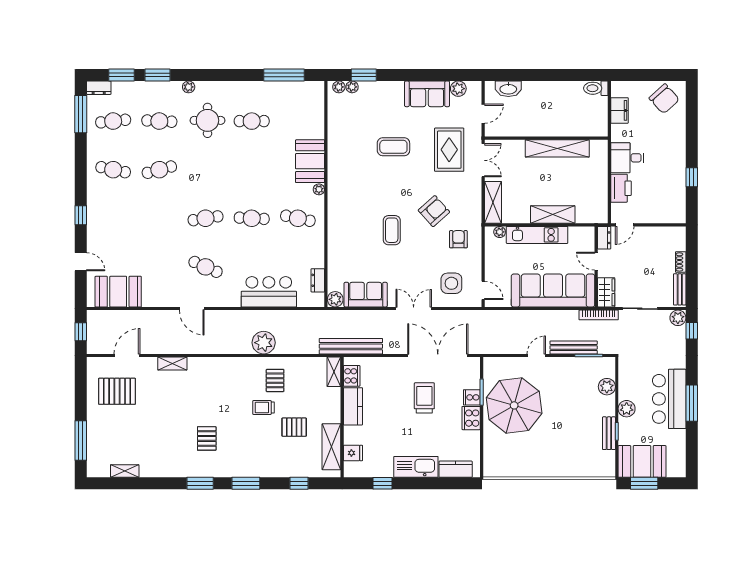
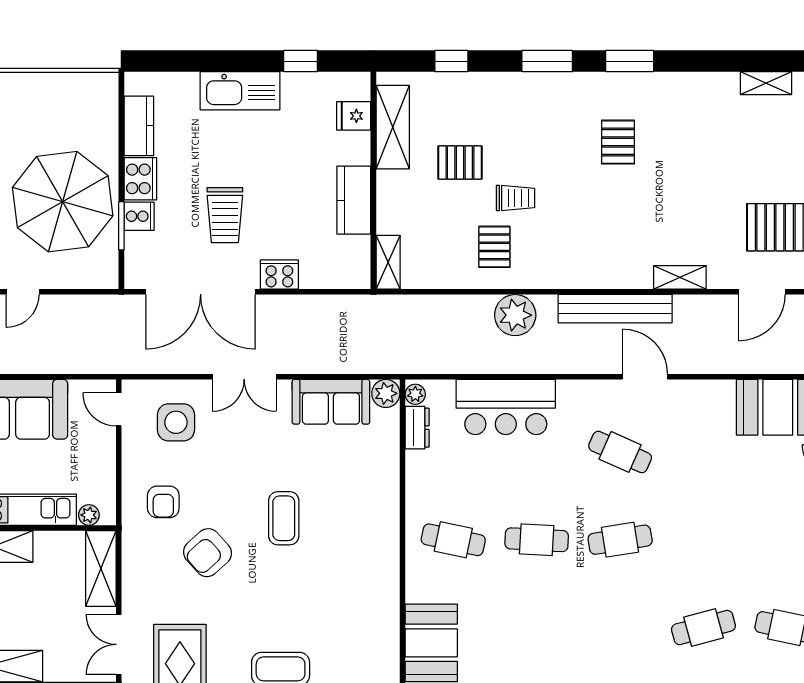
plant: (319, 189) -> (415, 394), moved
bench: (351, 346) -> (615, 309), moved
cooker: (352, 376) -> (279, 275), moved, turned 90
kitchen counter: (456, 469) -> (139, 126), moved, turned -90

